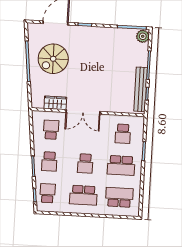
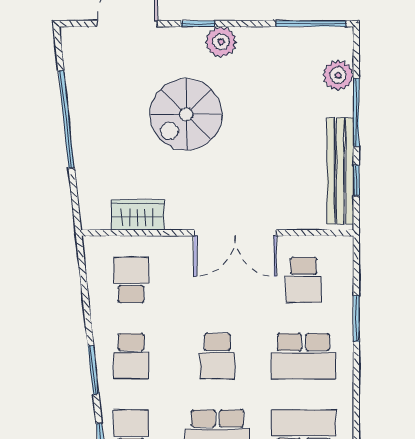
plant: (94, 33) -> (221, 42), added
plant: (143, 36) -> (338, 75), moved
spiral stairs: (53, 59) -> (186, 114), moved
double door: (83, 112) -> (235, 233), moved

